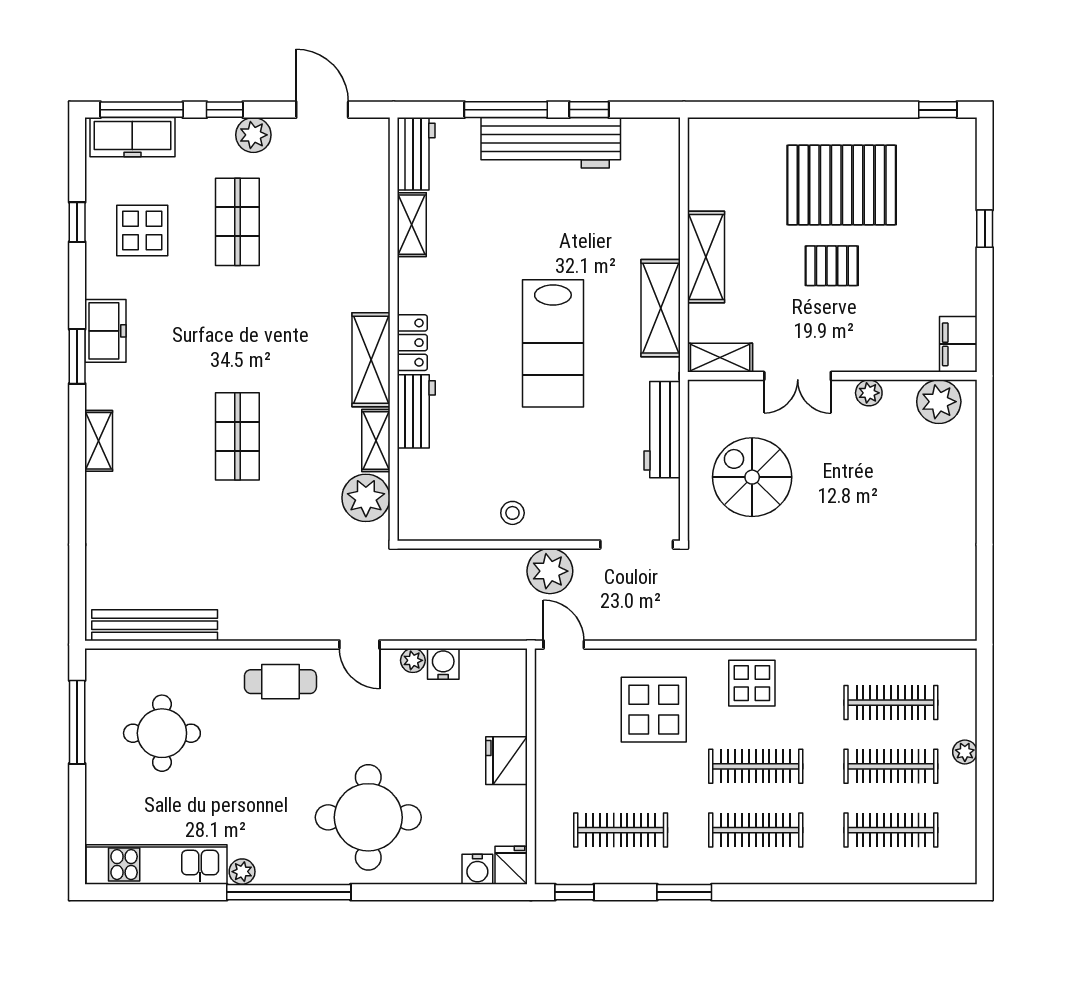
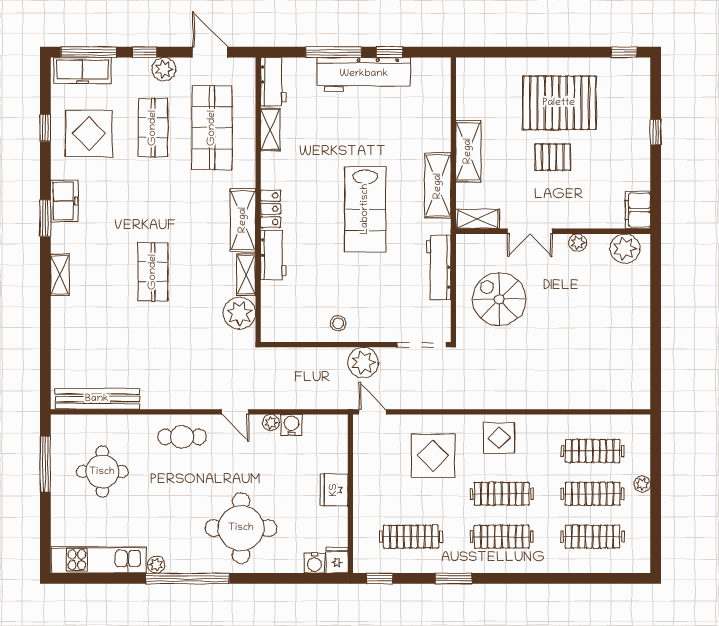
shop shelf: (325, 222) -> (212, 128), added
display table: (142, 231) -> (89, 133), width x1.36, depth x1.36

